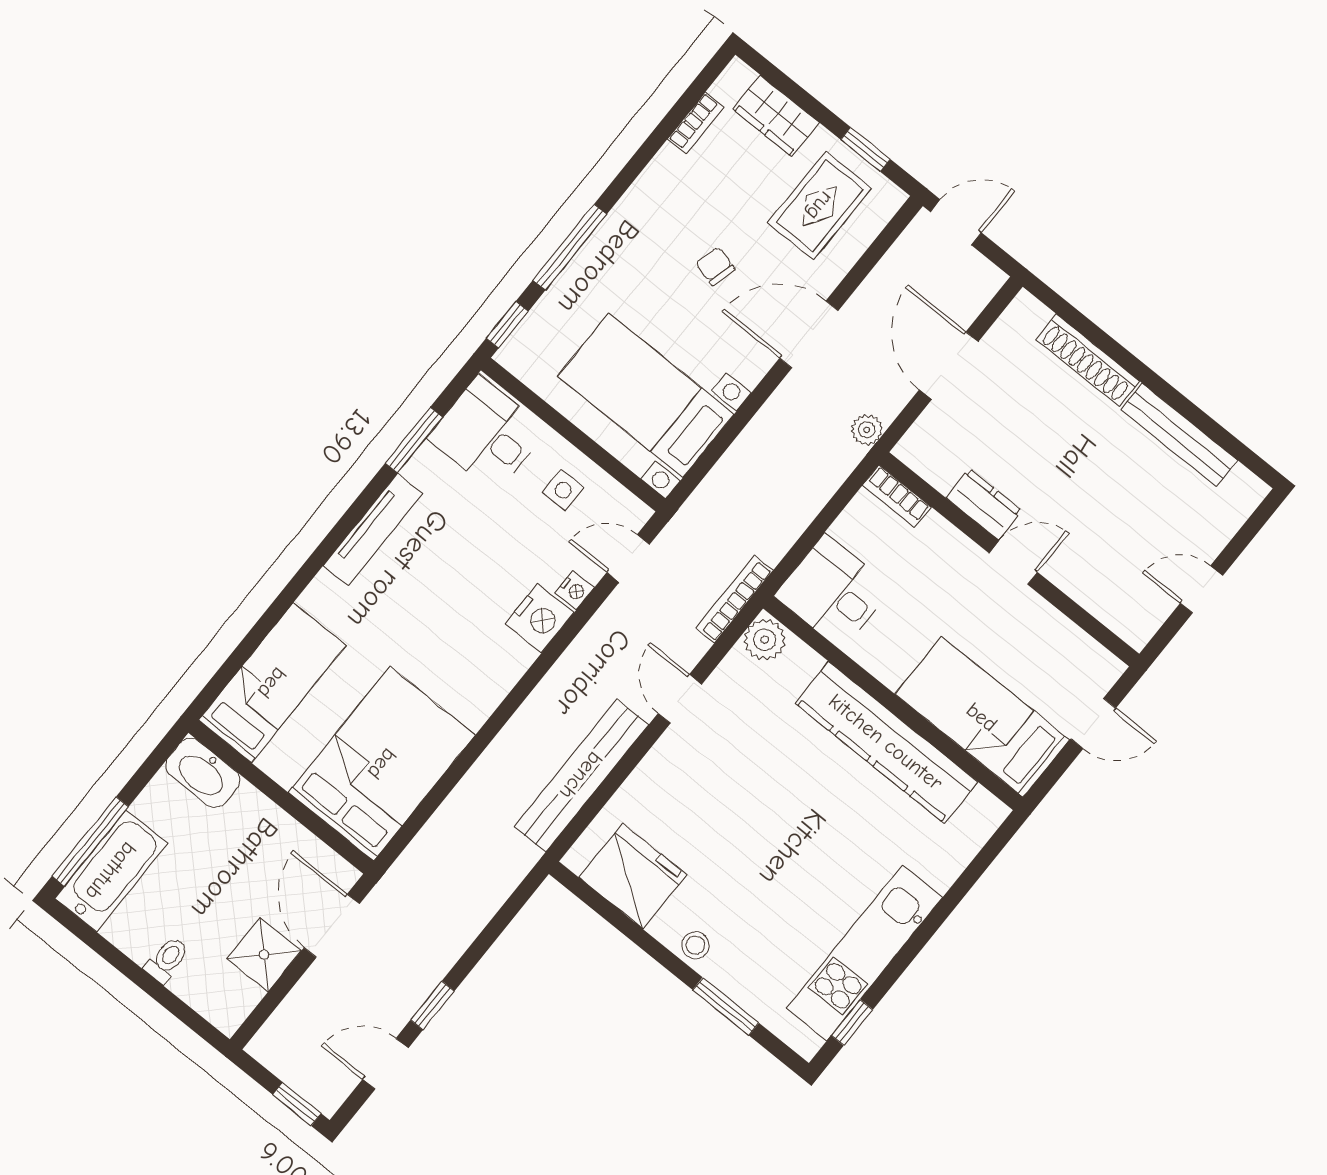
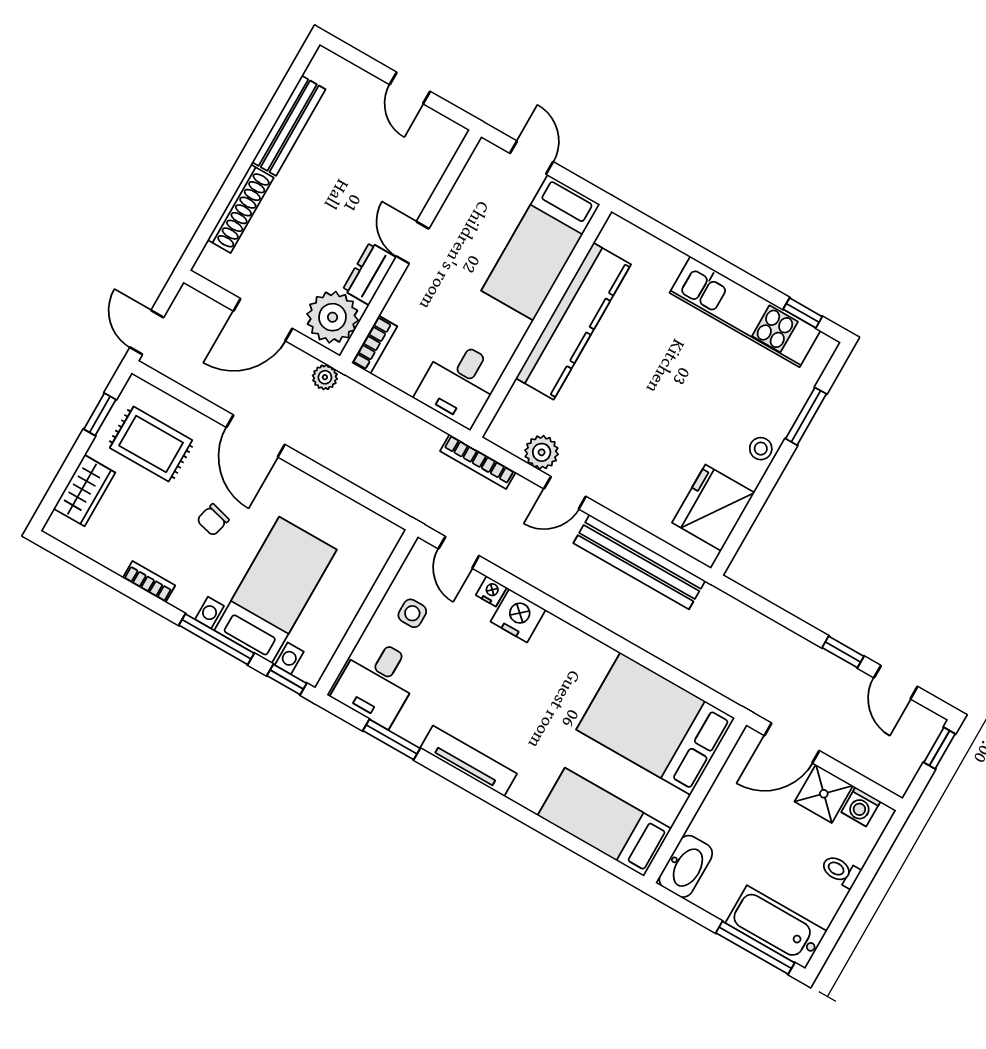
bookcase: (696, 123) -> (149, 582), moved
bed with nightstands: (646, 395) -> (275, 590), moved, turned 180
plant: (938, 451) -> (333, 317), added
plant: (765, 640) -> (542, 452), moved
washing machine: (241, 997) -> (861, 807), added

